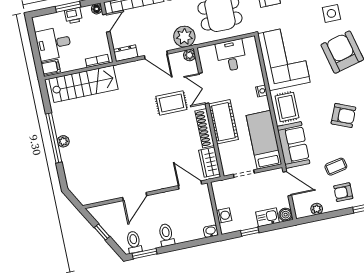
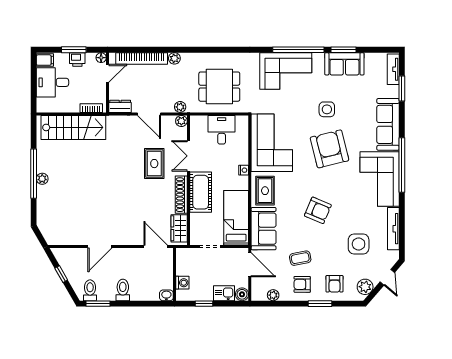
plant: (184, 37) -> (180, 107), width x0.53, depth x0.53
filing cabinet: (51, 67) -> (45, 60), moved
rug: (171, 103) -> (154, 164), turned 90

